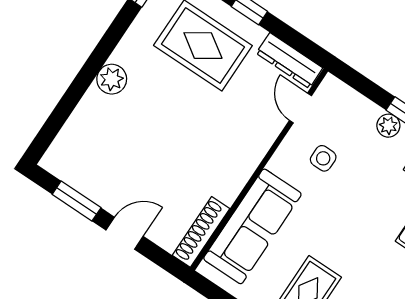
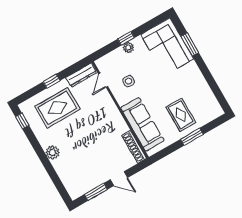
door: (300, 108) -> (103, 80), hinge flipped
door: (125, 233) -> (119, 179), swing flipped

